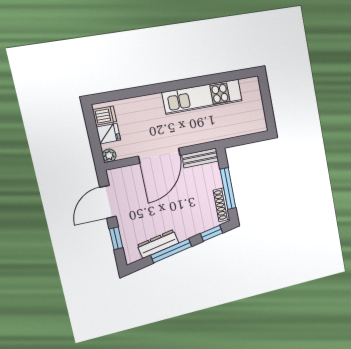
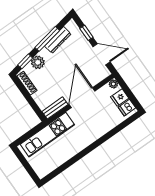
kitchen unit: (203, 97) -> (47, 135), moved, turned 180
window: (228, 189) -> (27, 96), removed
door: (108, 202) -> (102, 54), hinge flipped
plant: (196, 226) -> (38, 62), added

